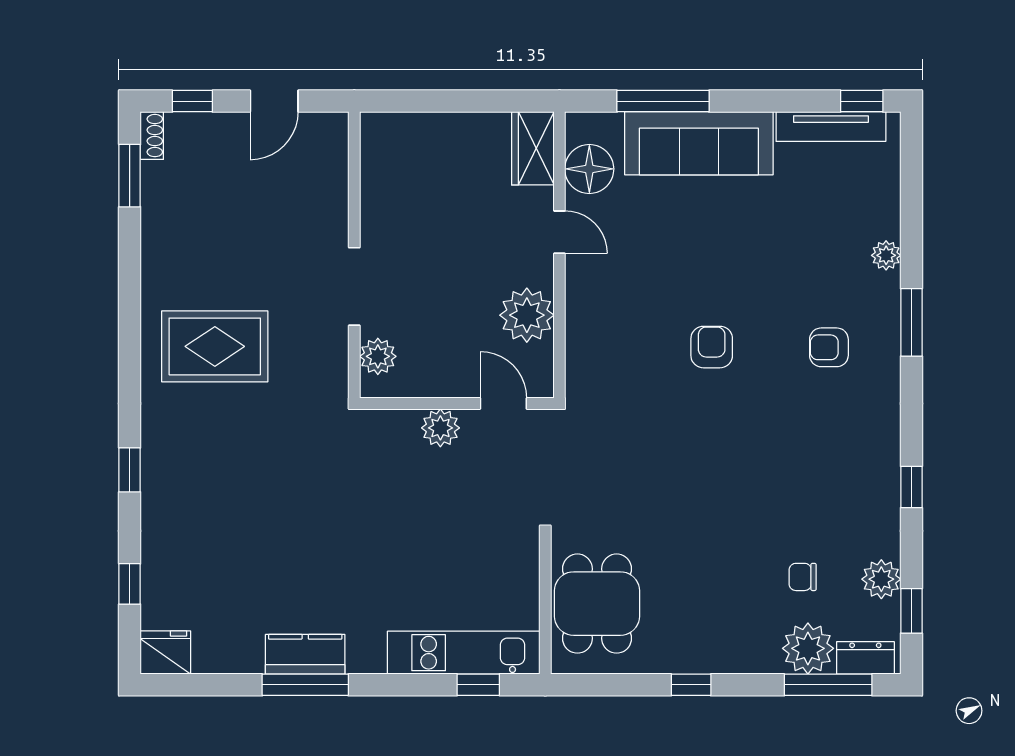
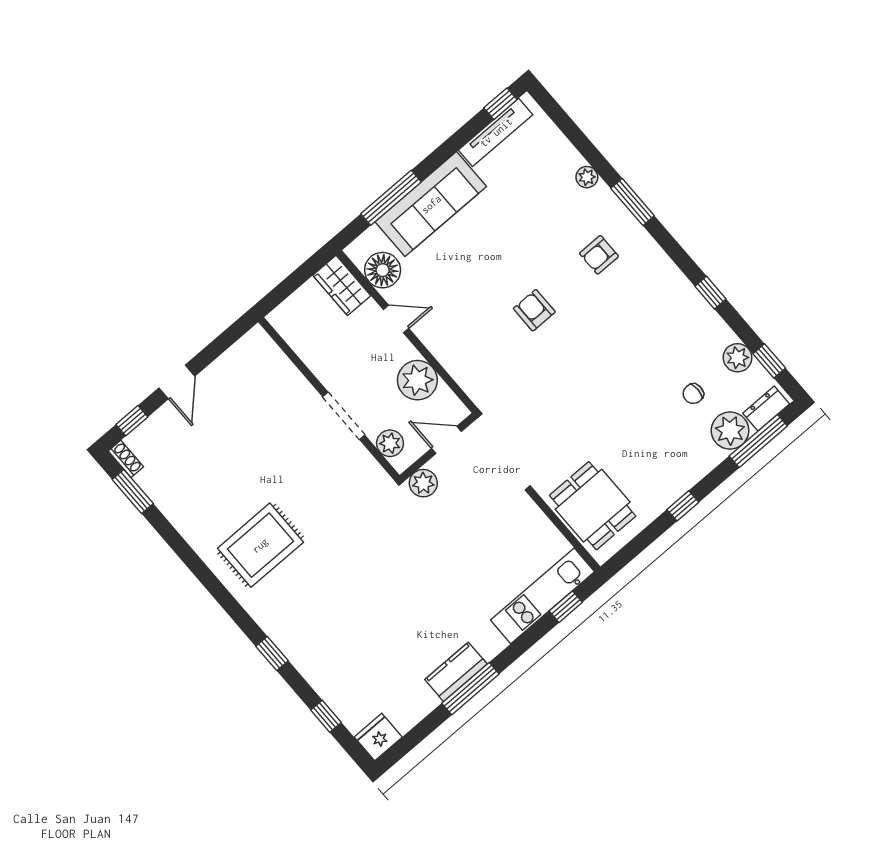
wall: (354, 255) -> (329, 399), moved
doorway: (354, 286) -> (344, 416), moved
plant: (378, 356) -> (390, 443), moved

